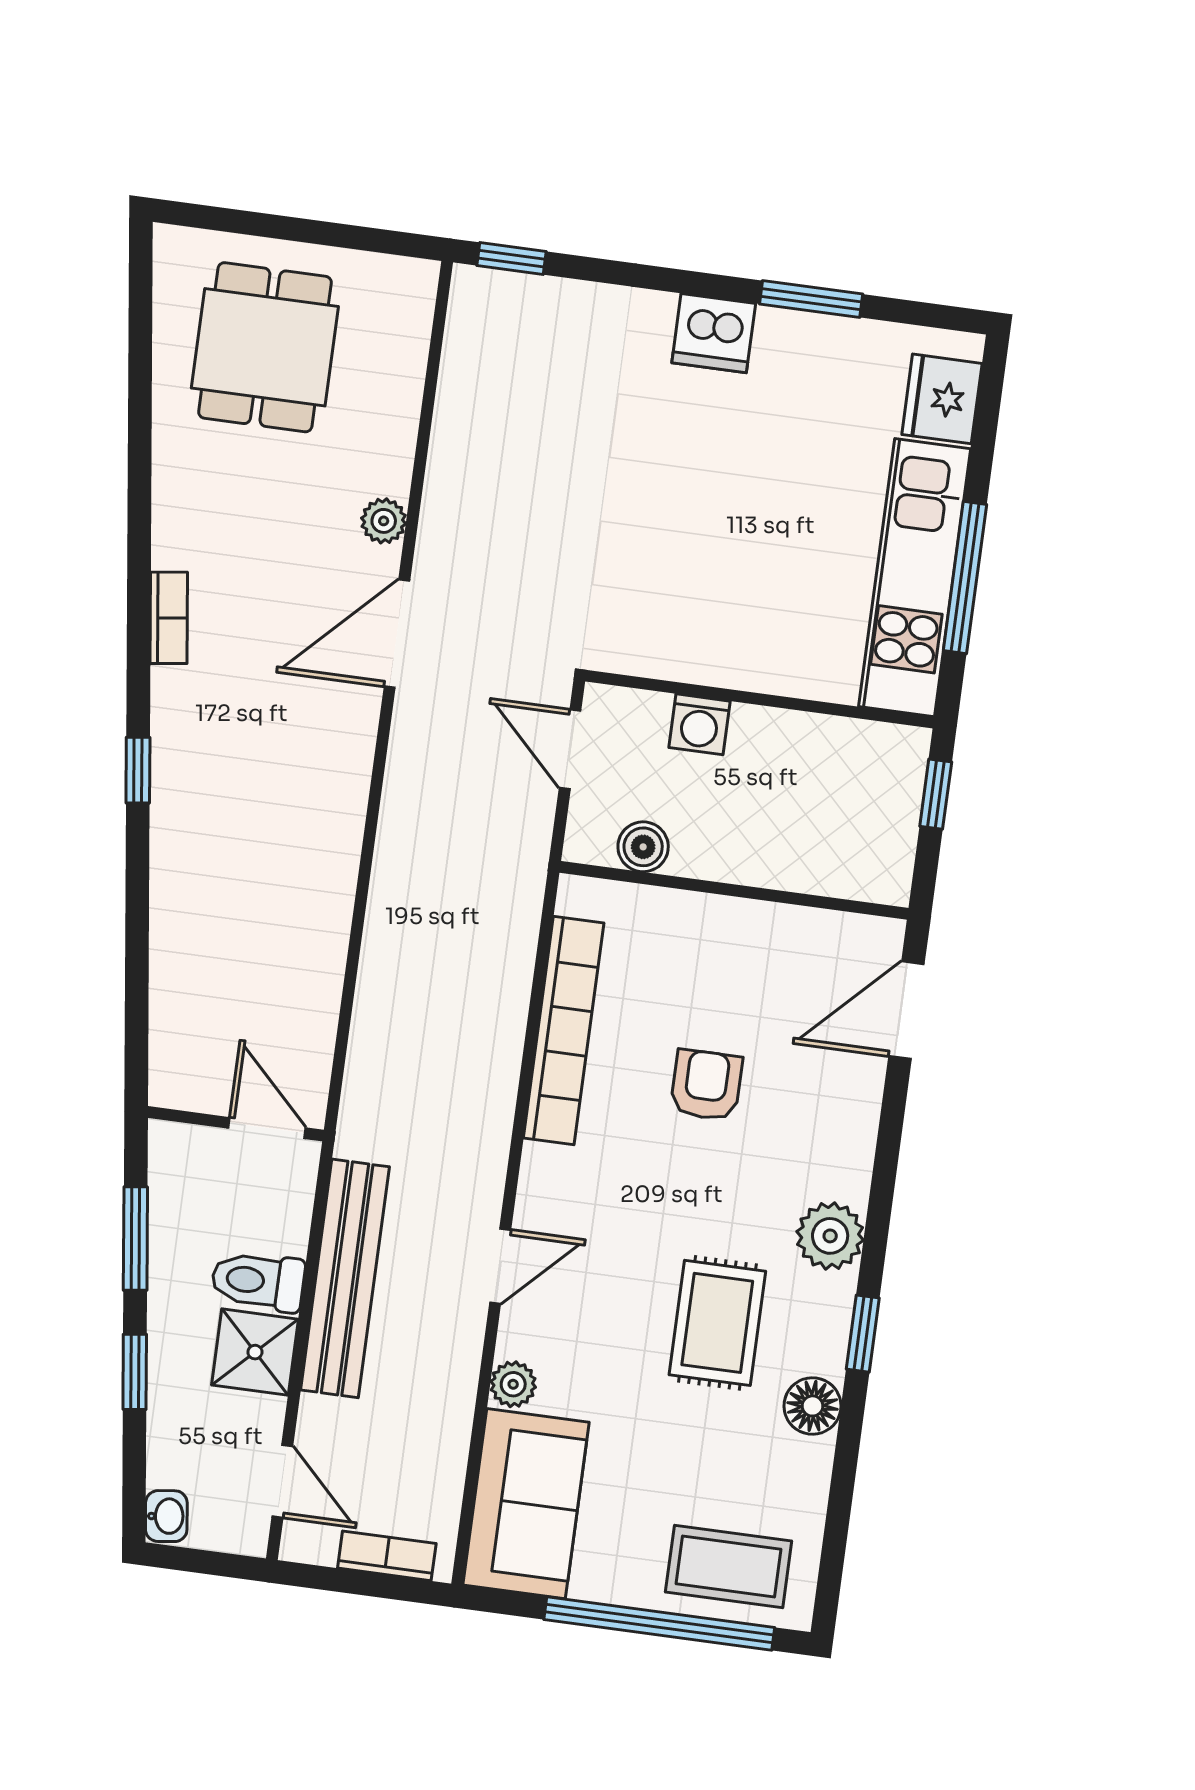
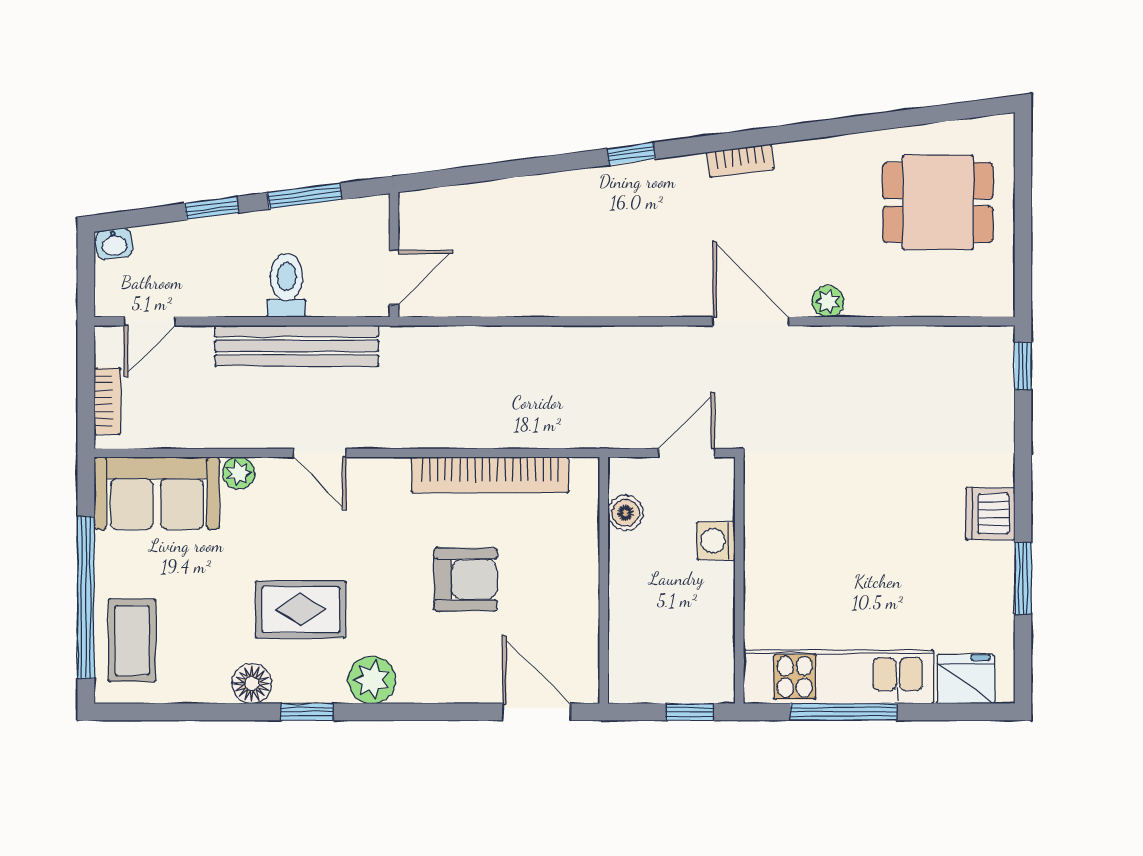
armchair: (706, 1085) -> (465, 579), width x1.38, depth x1.38
shower: (255, 1352) -> (237, 290), removed

